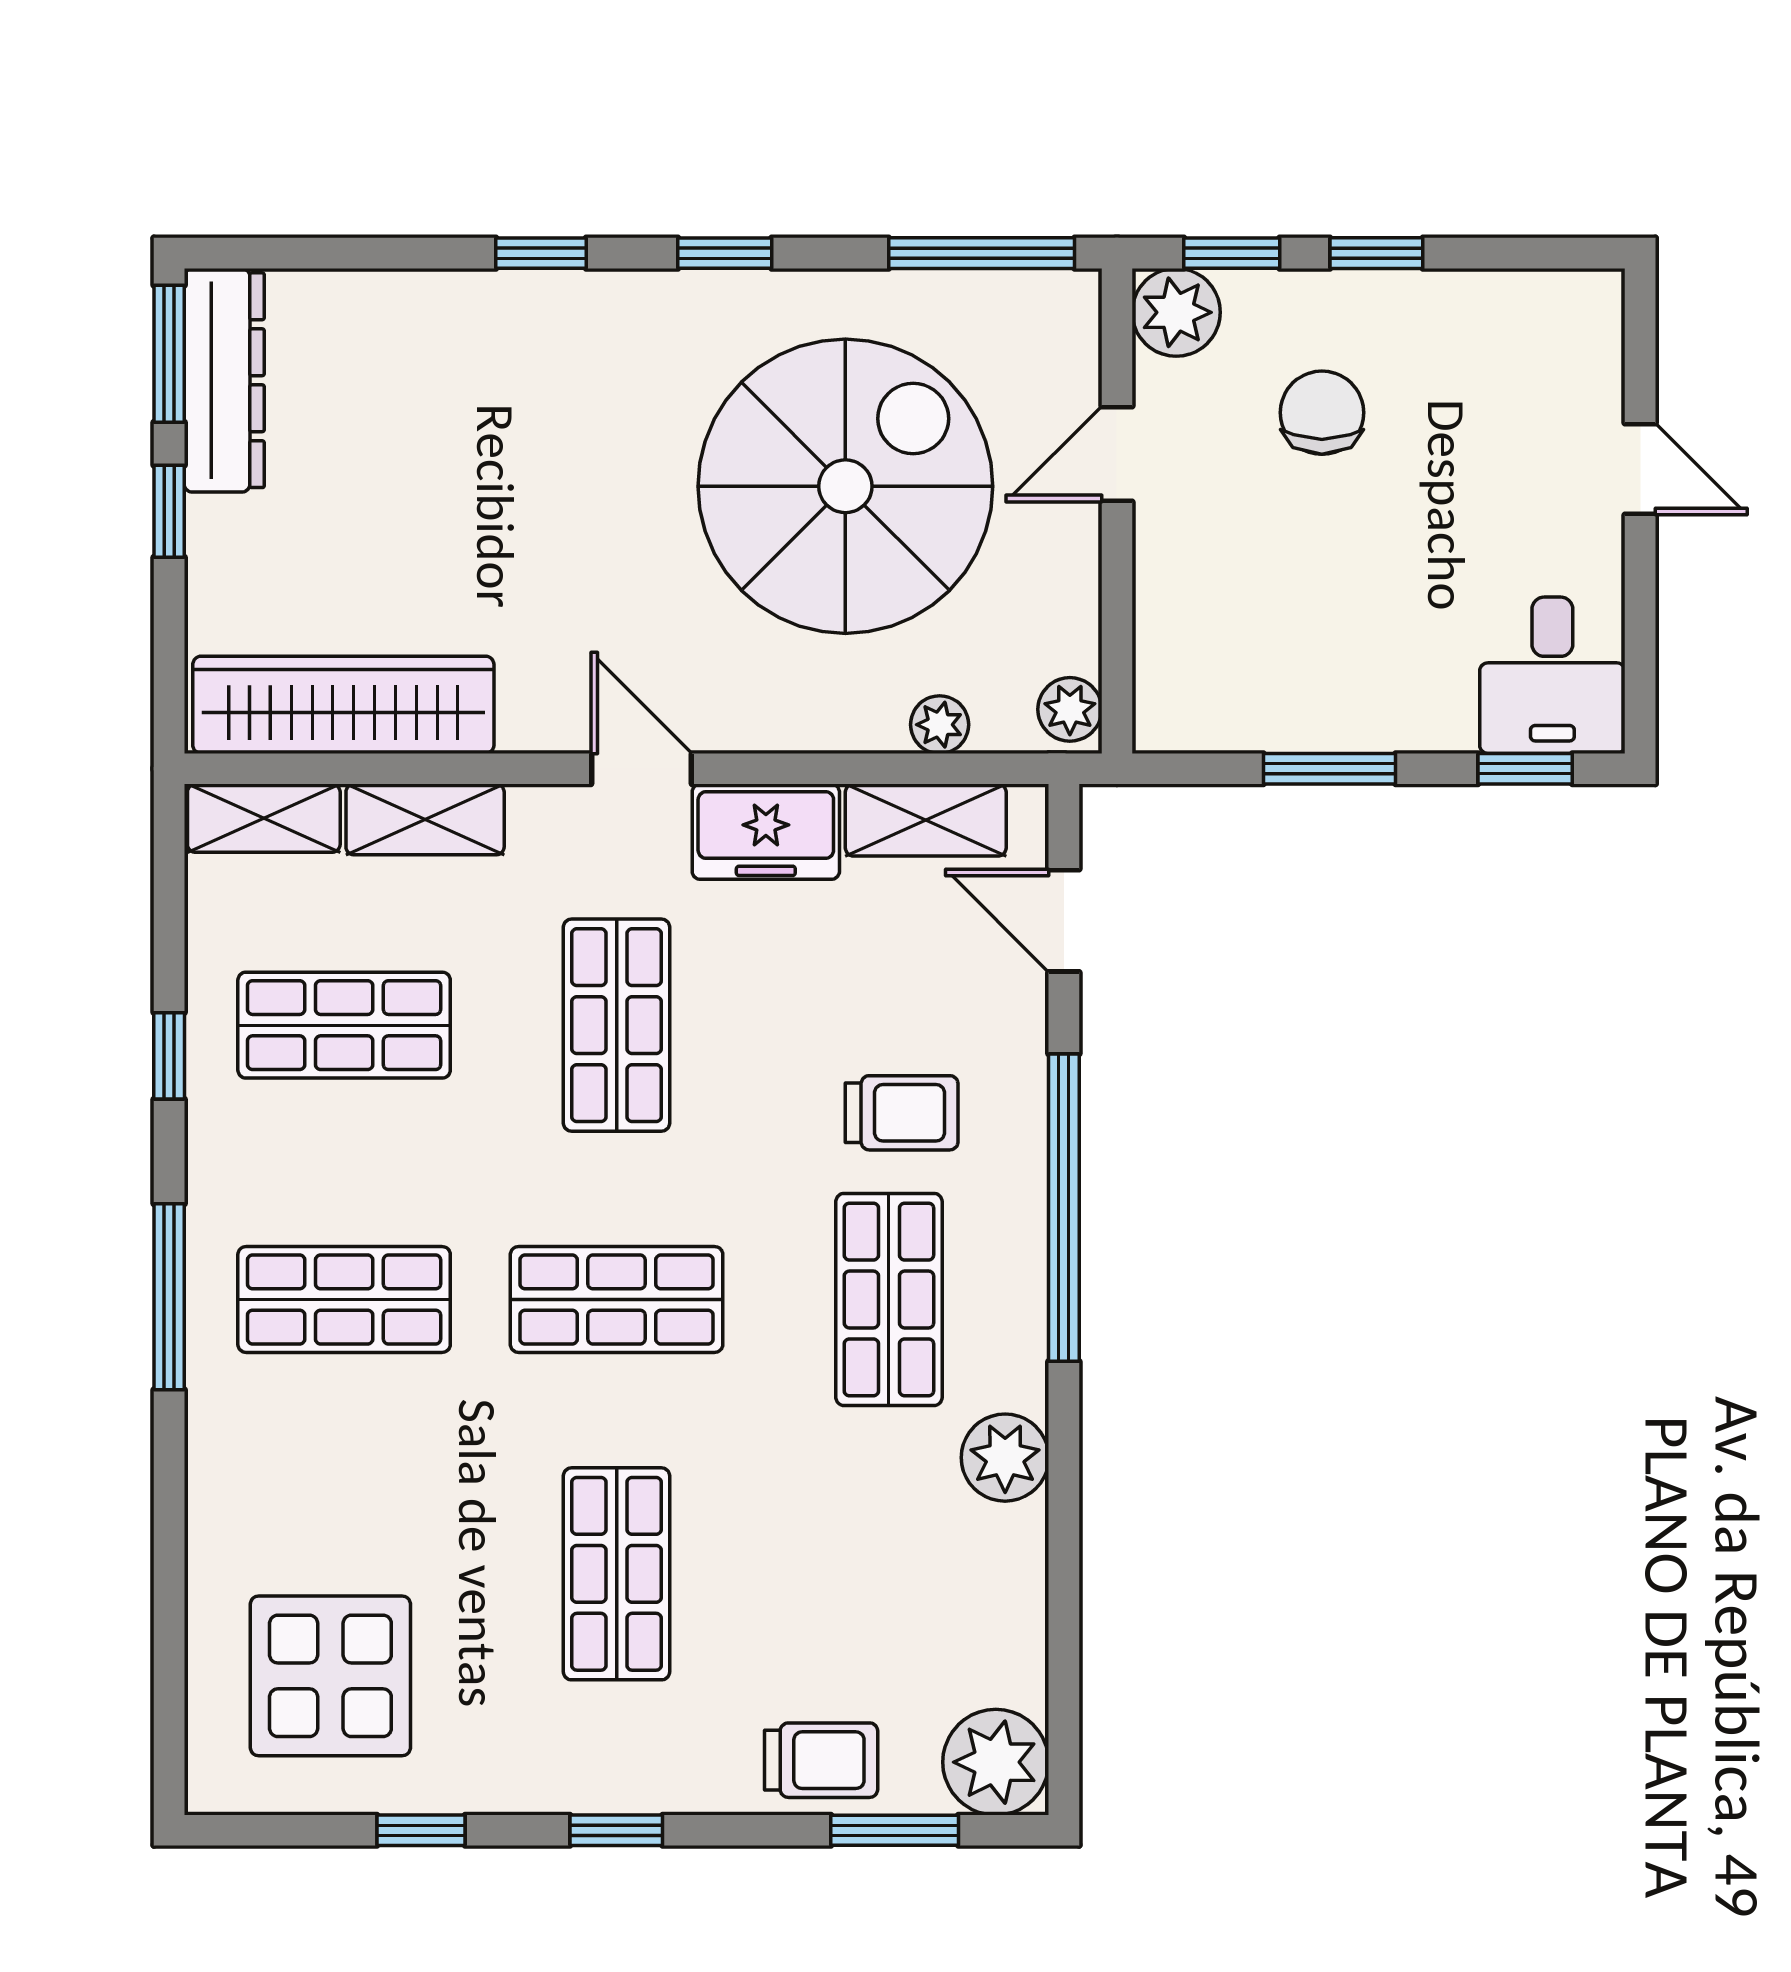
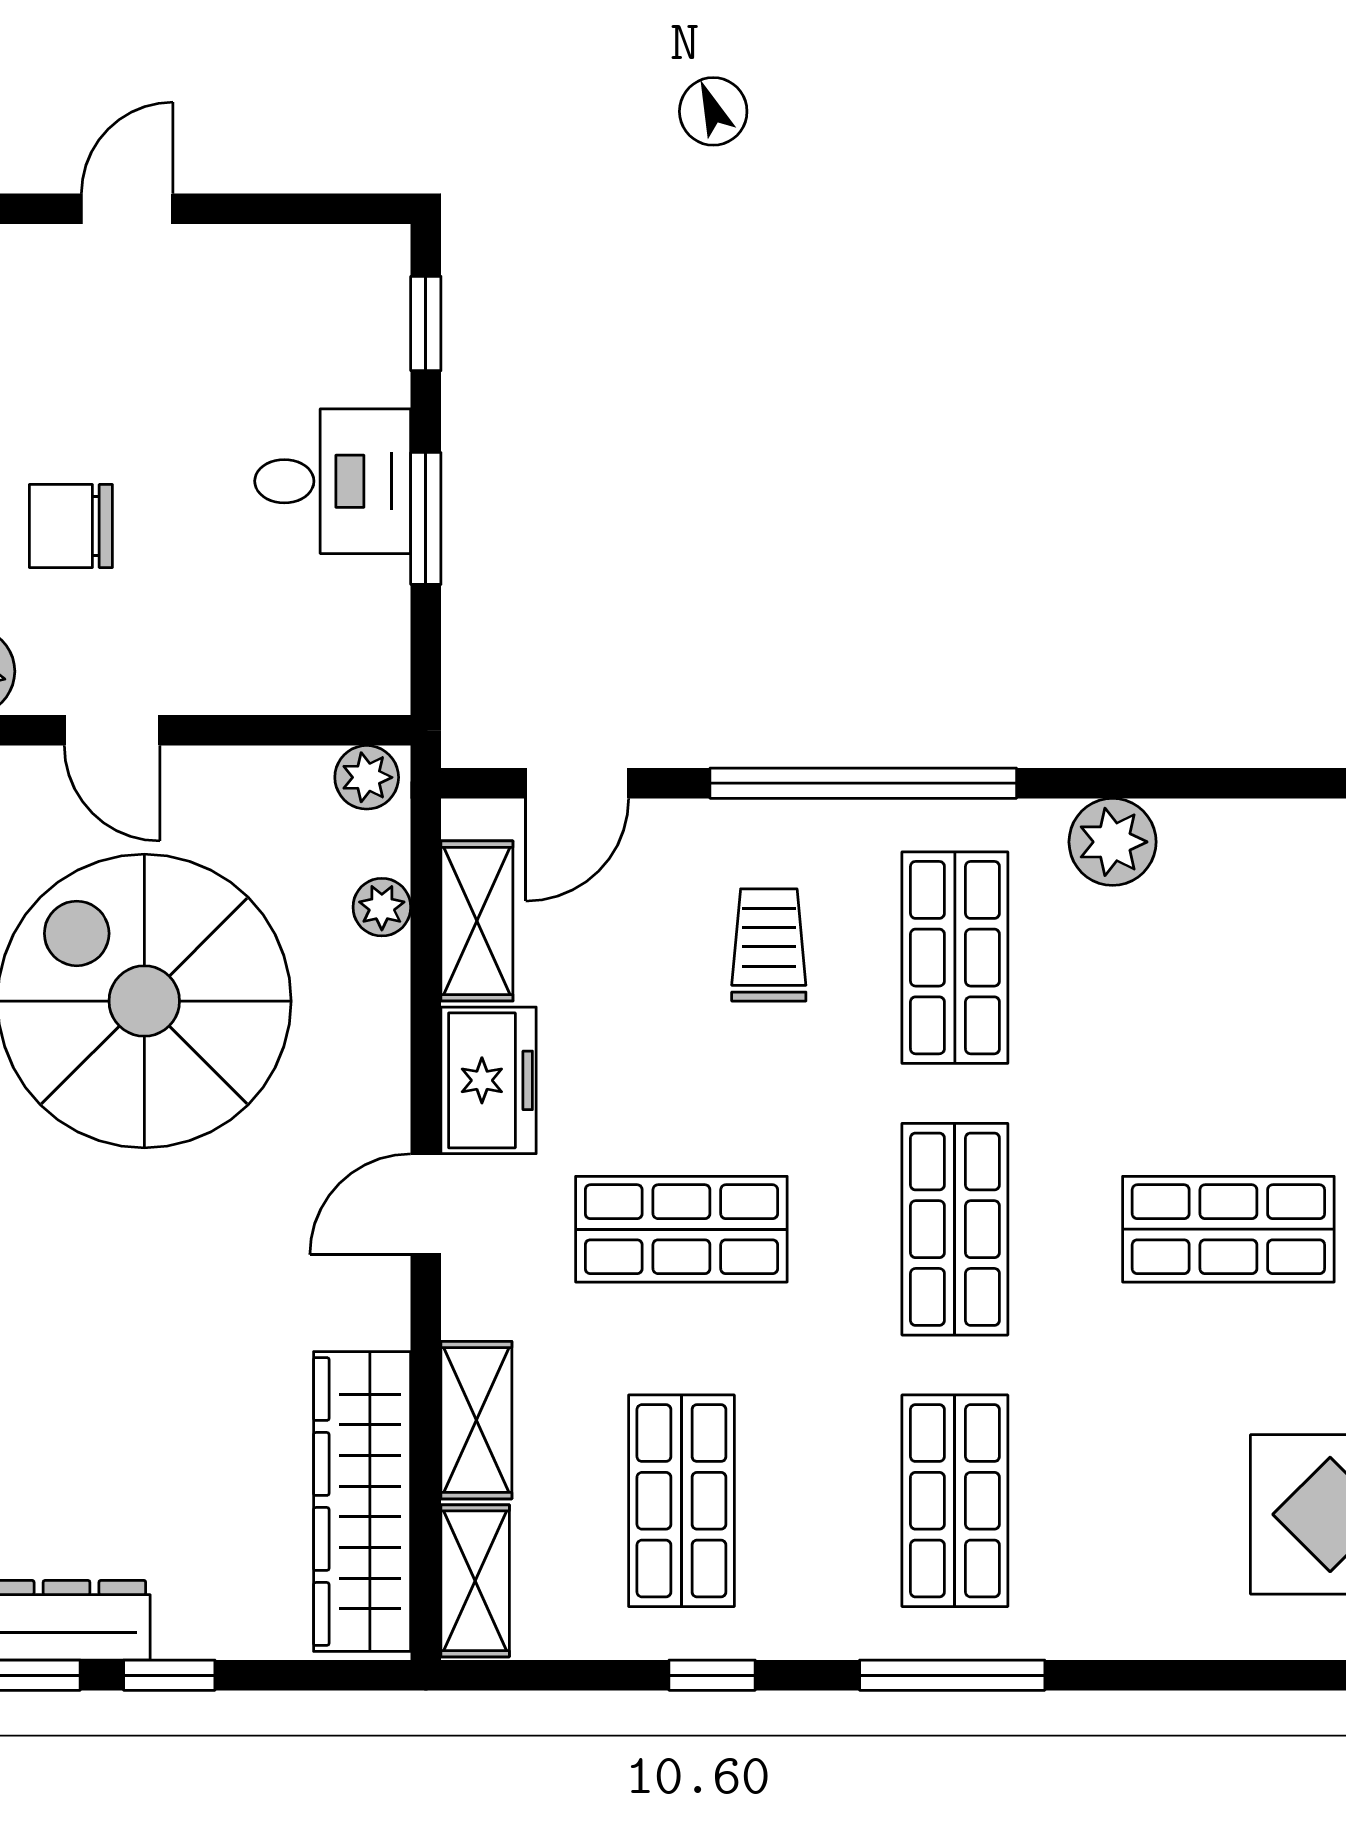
desk: (1552, 675) -> (333, 481), moved
shop shelf: (889, 1299) -> (955, 958), turned 90

